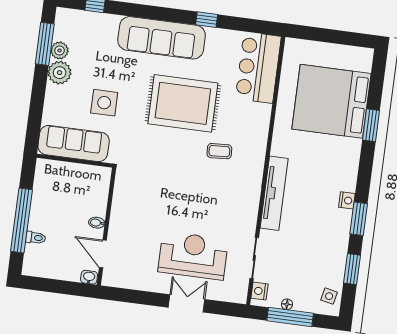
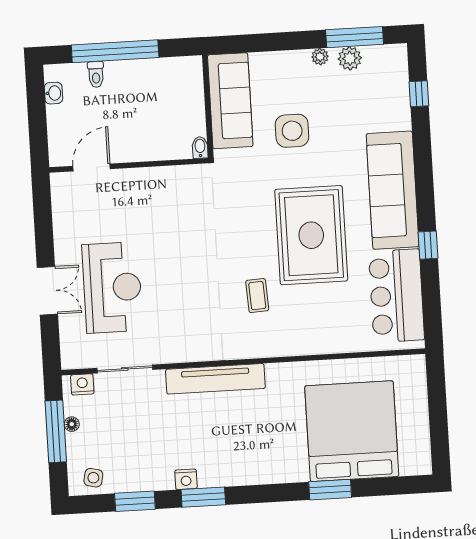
bar counter: (258, 67) -> (396, 296), moved, turned -90
plant: (60, 73) -> (320, 57), width x0.53, depth x0.53
nightstand: (347, 200) -> (186, 479), moved
bidet: (97, 223) -> (200, 147), moved
washbasin: (89, 277) -> (53, 93), moved

